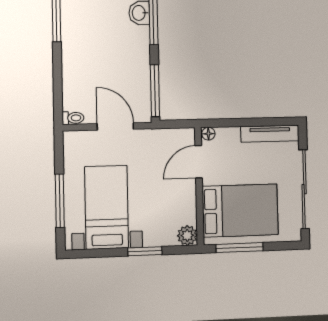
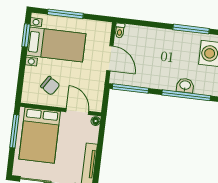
door: (115, 126) -> (110, 58), hinge flipped
chair: (167, 207) -> (50, 86), added
plant: (187, 235) -> (28, 96), removed
window: (145, 251) -> (26, 35), moved

